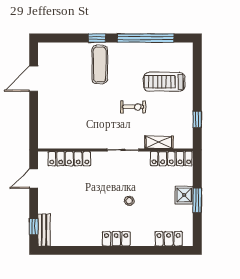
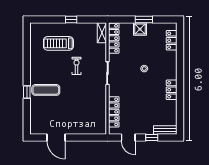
window: (146, 38) -> (27, 57), removed
treadmill: (164, 82) -> (58, 43), turned 90
window: (197, 119) -> (71, 20), moved
shelving: (159, 142) -> (102, 33), moved
window: (34, 226) -> (152, 138), moved
locker: (116, 239) -> (172, 90), moved

